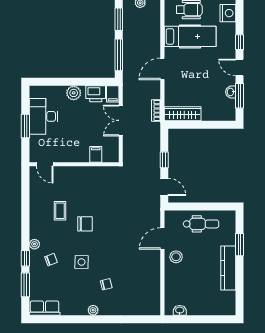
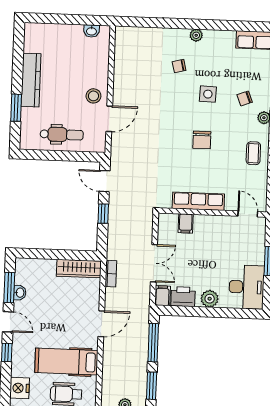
desk: (43, 116) -> (247, 287), moved
row of seats: (86, 173) -> (198, 201), added
coffee table: (60, 211) -> (253, 153), moved
chair: (85, 224) -> (202, 140), turned -90
dental chair: (201, 224) -> (62, 135), turned 180

